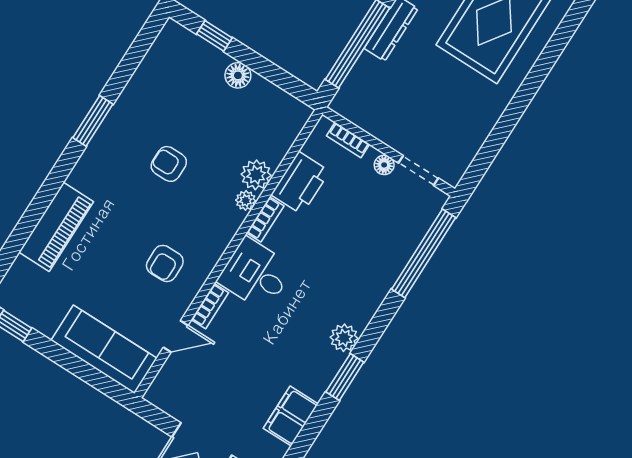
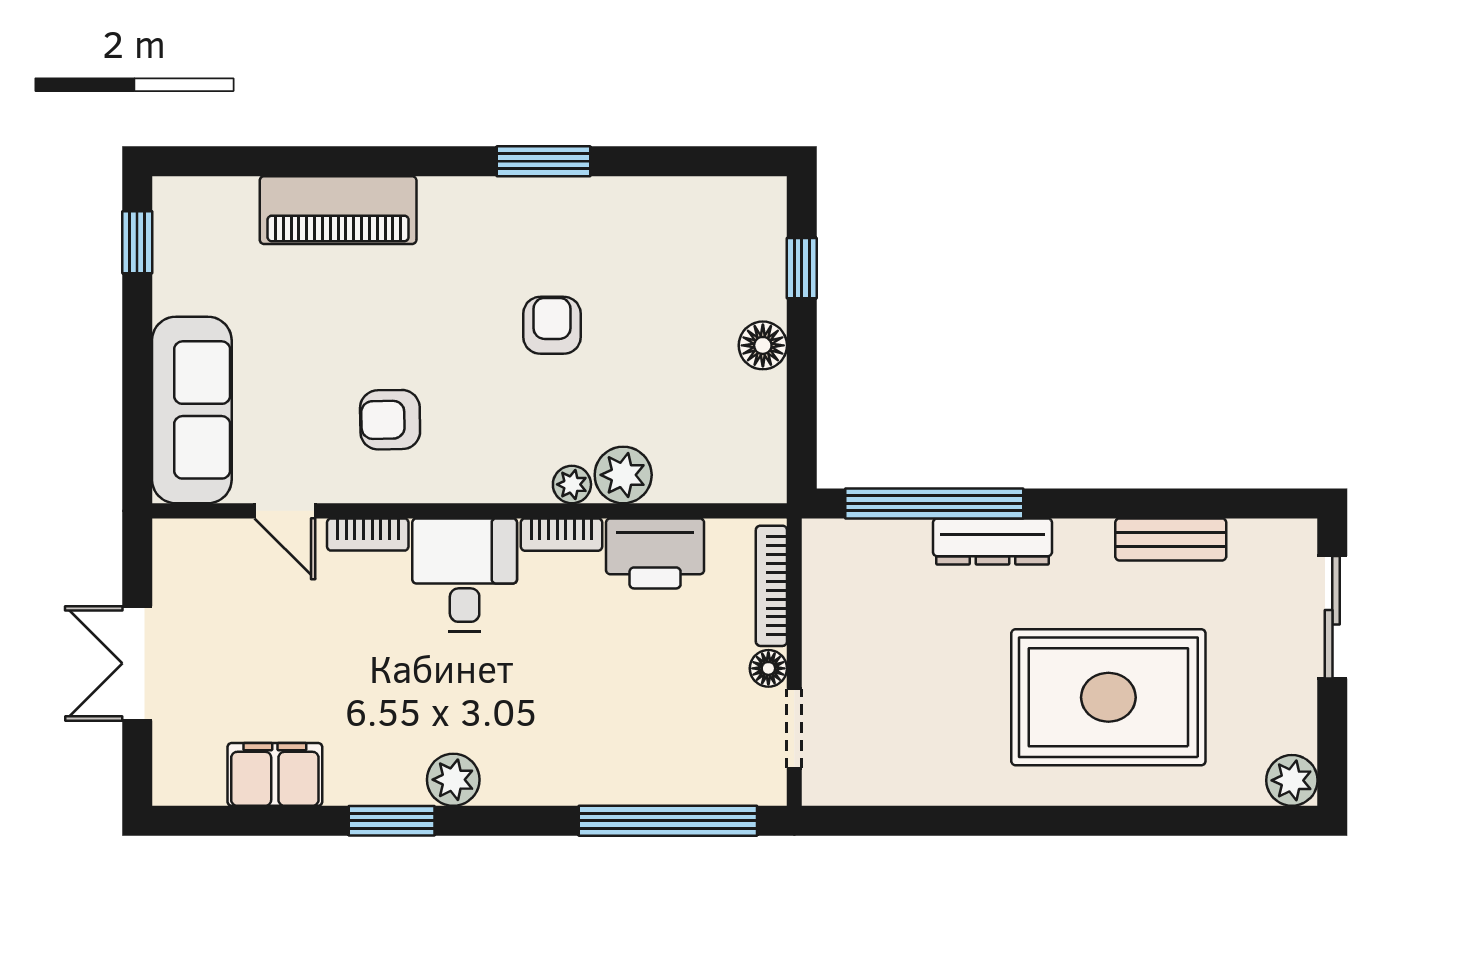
bookcase: (348, 140) -> (771, 586), width x1.56

